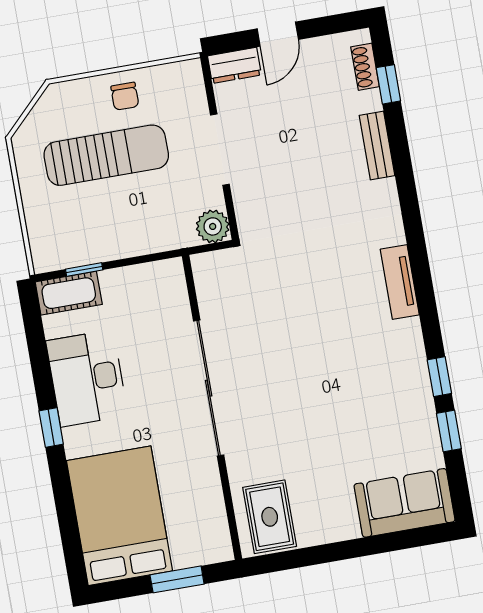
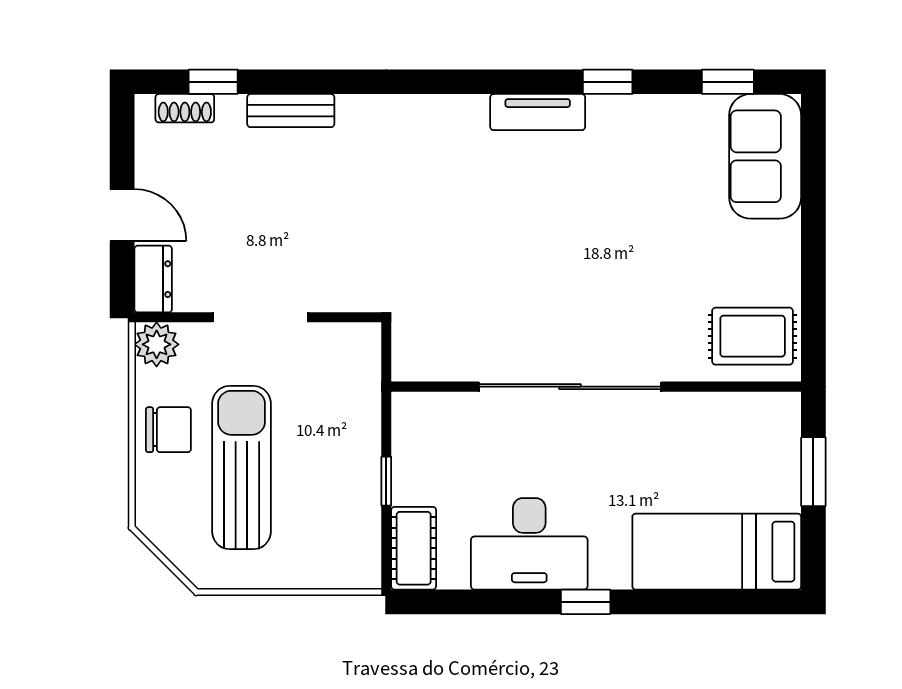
chair: (125, 96) -> (168, 430), width x1.37, depth x1.37
plant: (213, 226) -> (157, 344), moved
window: (84, 270) -> (386, 481), moved
tv unit: (400, 282) -> (538, 112), moved
window: (449, 431) -> (728, 82), moved
bed: (119, 516) -> (717, 552), width x0.67

